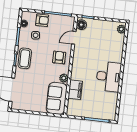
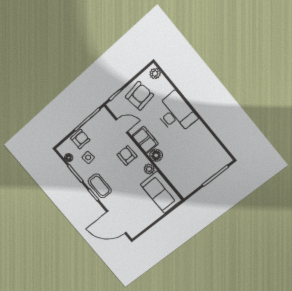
floor lamp: (81, 25) -> (156, 155), moved
armchair: (101, 32) -> (139, 96), added
door: (74, 38) -> (122, 126), swing flipped
desk: (109, 77) -> (175, 113), moved
filing cabinet: (75, 90) -> (145, 140), moved

